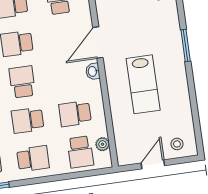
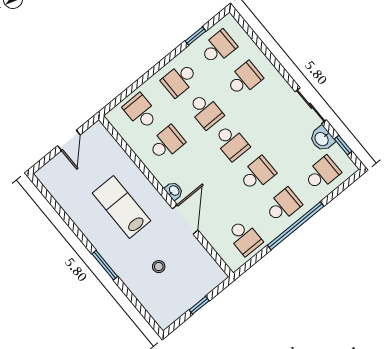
school desk: (28, 120) -> (205, 111), turned 90
plant: (102, 144) -> (125, 131), removed
stool: (177, 144) -> (159, 267), moved

